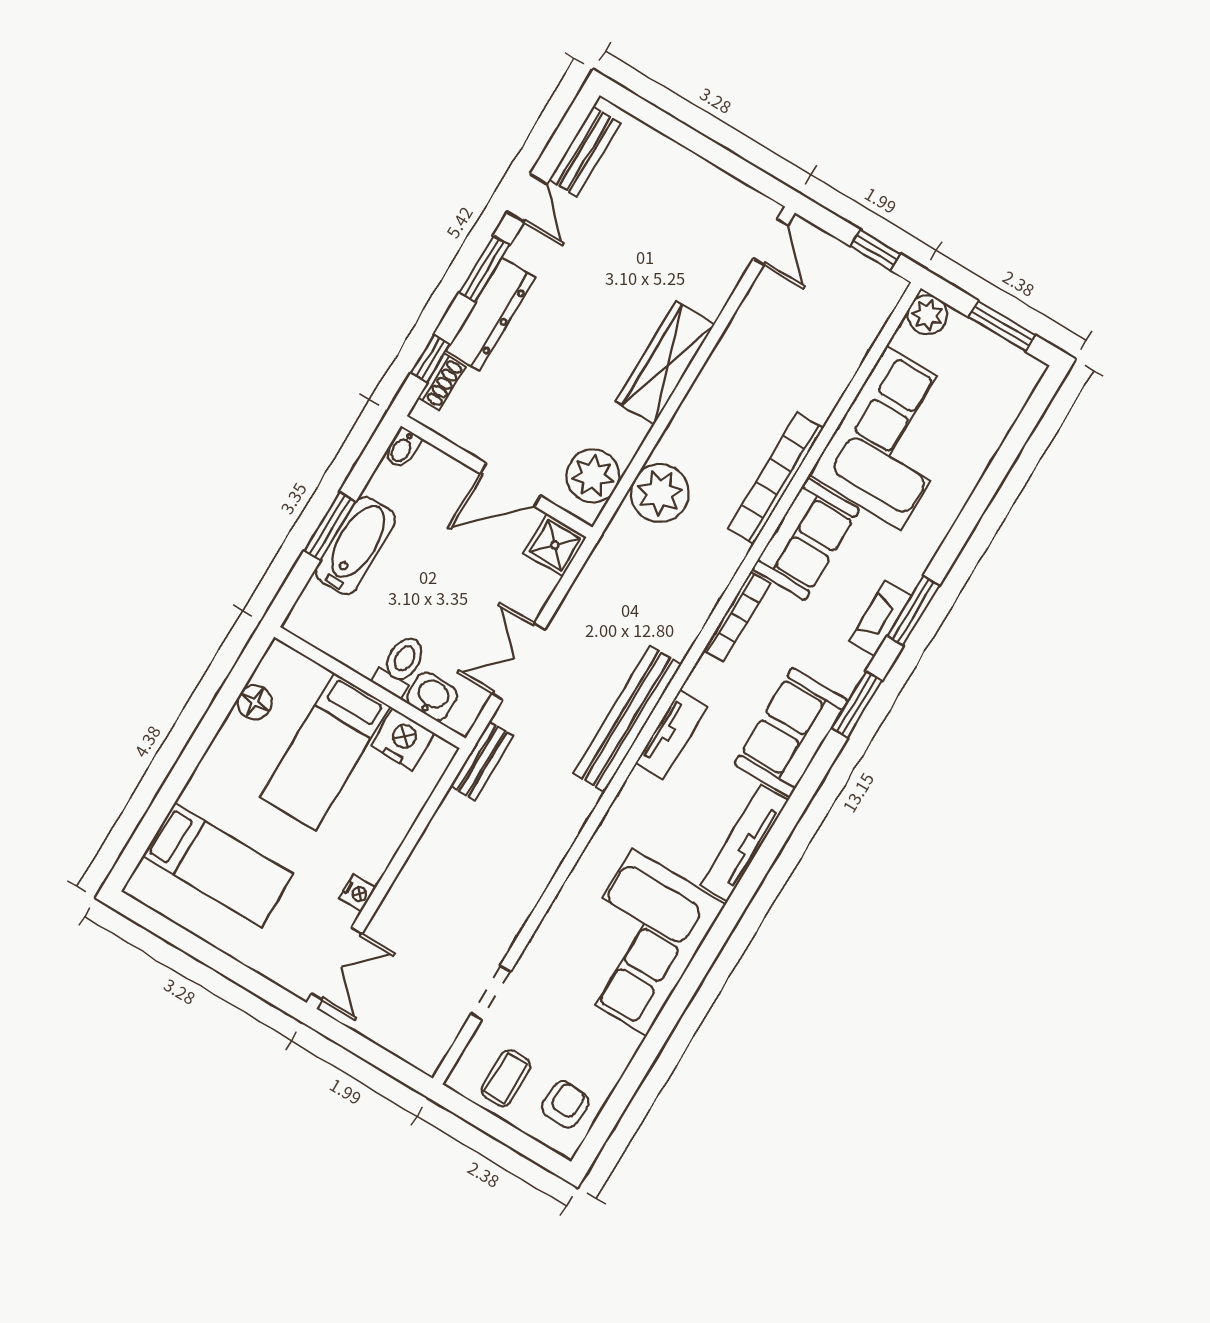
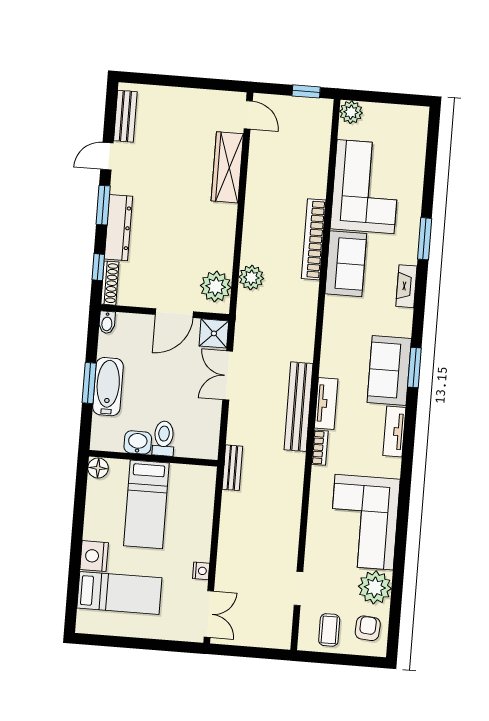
door: (527, 198) -> (107, 156), swing flipped
window: (1002, 326) -> (394, 98), removed
wardrobe: (665, 363) -> (227, 167), moved
shoe rack: (442, 382) -> (110, 283), width x1.43
plant: (660, 493) -> (251, 278), width x0.73, depth x0.73
window: (913, 611) -> (425, 239), moved
bookcase: (737, 617) -> (320, 448), moved, width x0.64
double door: (519, 661) -> (228, 376), moved
washbasin: (432, 696) -> (138, 442), moved
floor lamp: (255, 702) -> (98, 468), moved
window: (857, 705) -> (414, 367), moved
nightstand: (403, 739) -> (94, 556), moved, turned -90
tv unit: (744, 843) -> (394, 431), width x0.71
plant: (607, 1048) -> (375, 587), added

